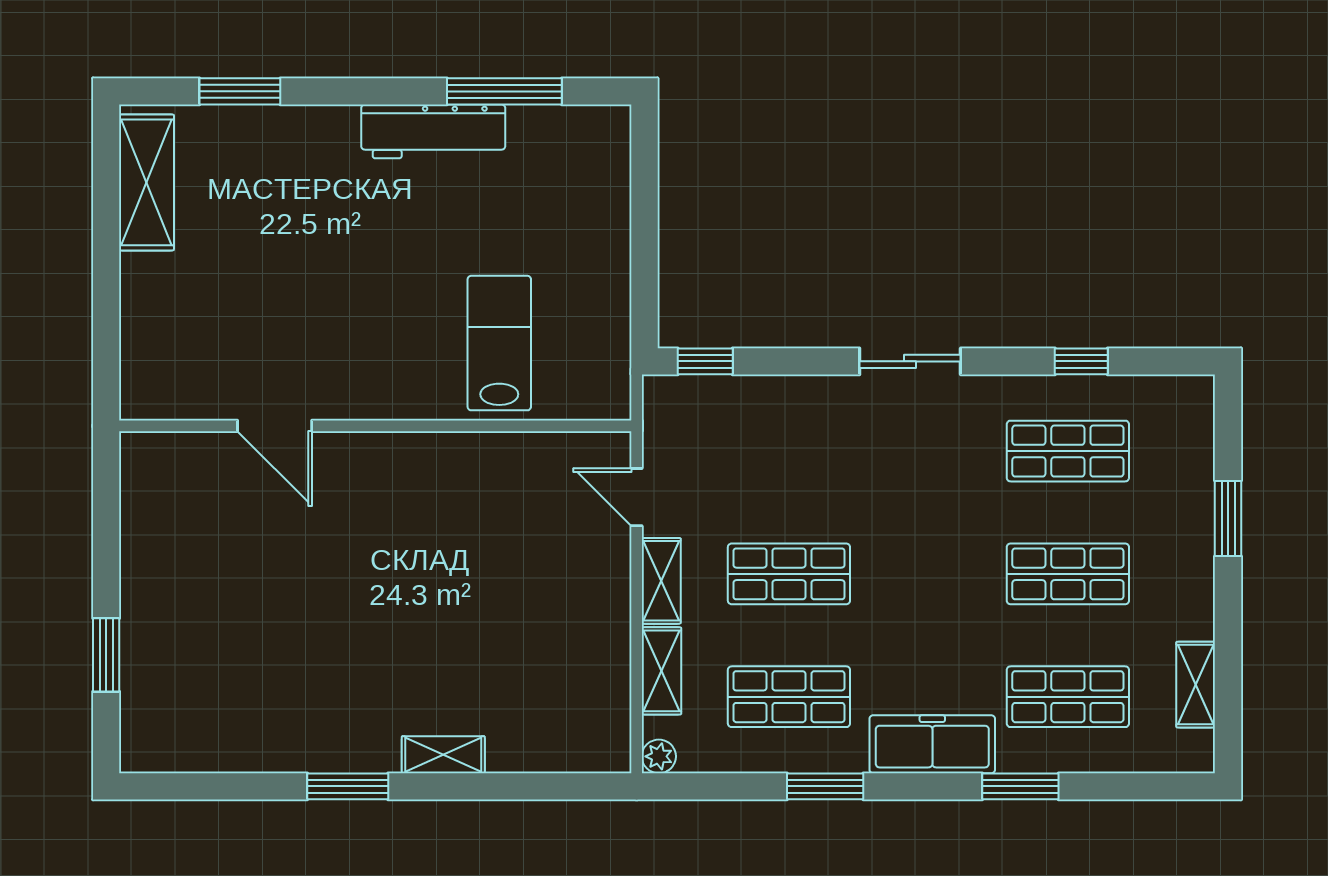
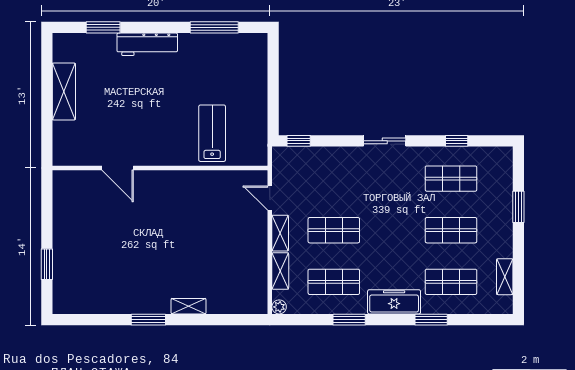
workbench: (433, 131) -> (147, 44), moved
shelving: (147, 182) -> (64, 92), moved

